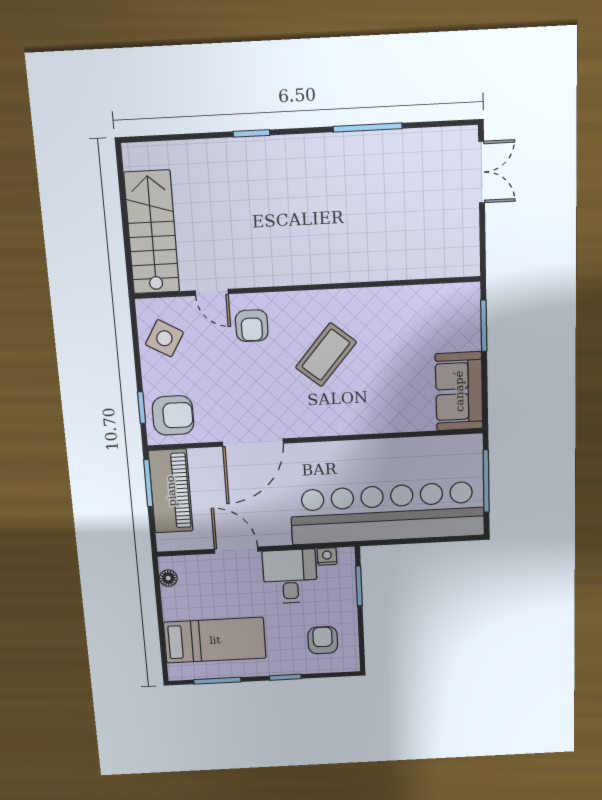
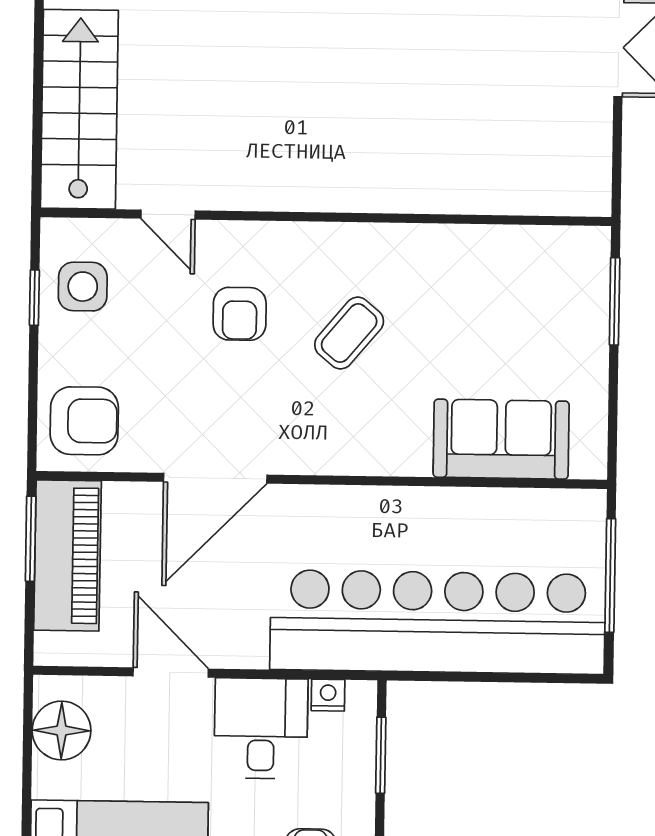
armchair: (252, 326) -> (240, 314), moved
side table: (164, 338) -> (83, 287), turned -30
coffee table: (326, 355) -> (349, 333), width x0.73, depth x0.77
sofa: (459, 391) -> (501, 439), moved, turned 90
window: (142, 407) -> (34, 298), moved
floor lamp: (168, 578) -> (61, 730), width x1.89, depth x1.89

